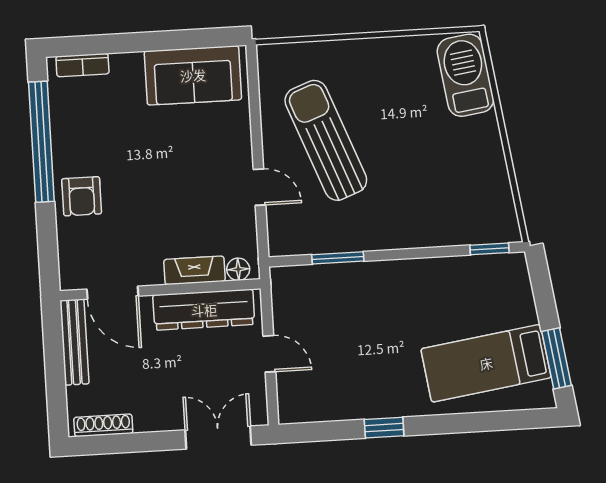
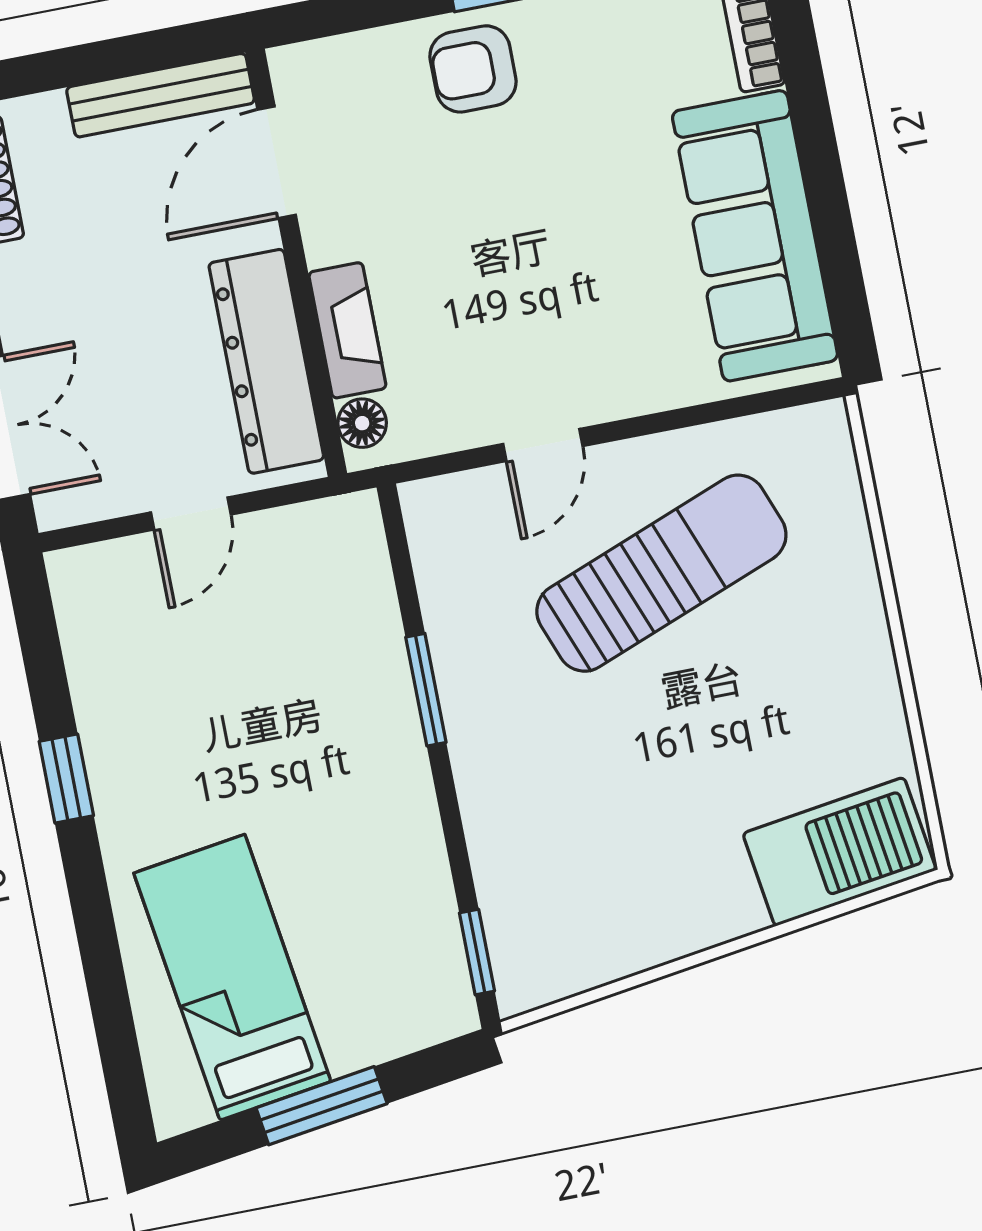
sofa: (193, 75) -> (755, 236), width x1.36
window: (338, 258) -> (426, 690), moved
window: (557, 358) -> (322, 1106), moved

